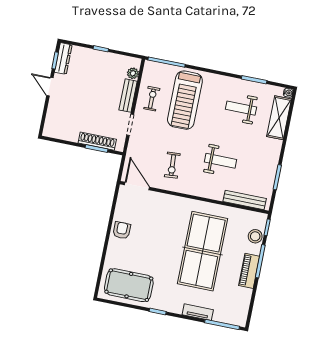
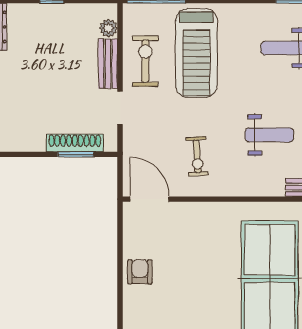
exercise bike: (152, 99) -> (145, 61), width x1.38, depth x1.39

